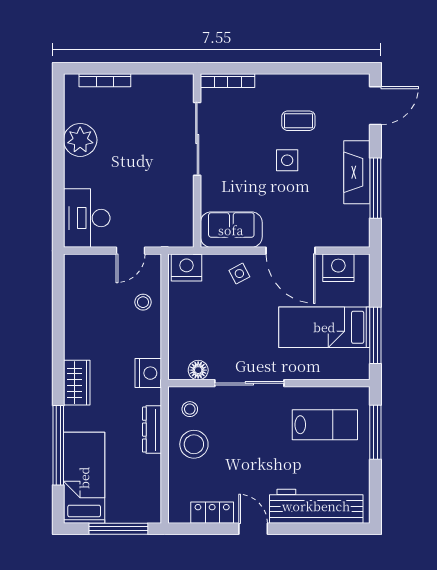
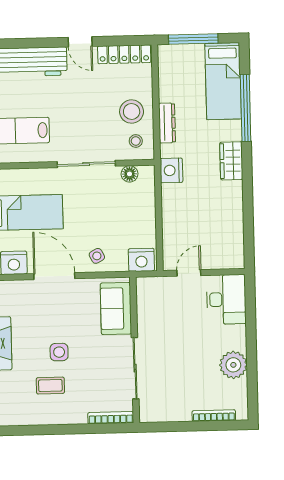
sofa: (231, 230) -> (116, 309), moved, turned 90
stool: (143, 302) -> (177, 230), removed
locker: (212, 513) -> (124, 54), width x1.53

